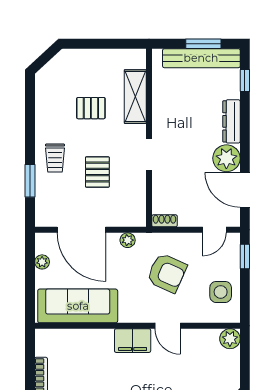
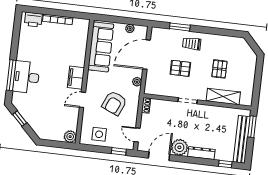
window: (203, 44) -> (252, 127), moved

